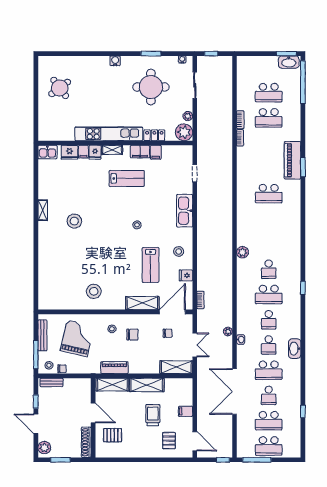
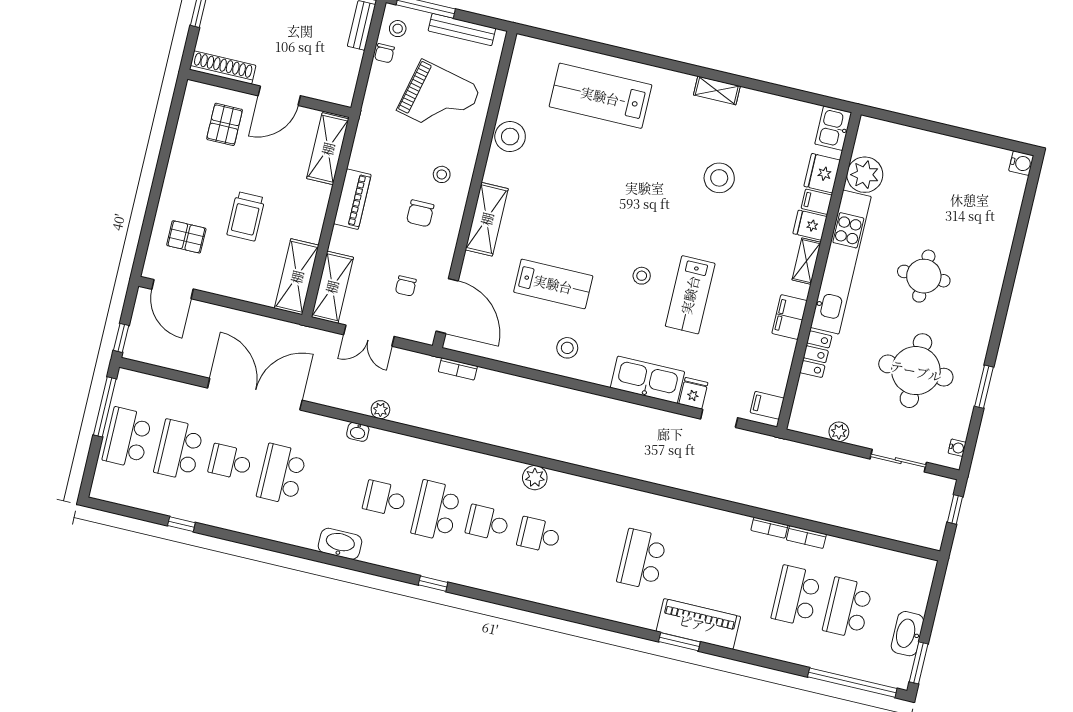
water cooler: (115, 61) -> (1021, 163), moved
washbasin: (289, 62) -> (907, 634), moved
round table: (60, 88) -> (924, 276), moved, turned 37
plant: (184, 132) -> (865, 175), moved
filing cabinet: (156, 152) -> (767, 405), moved
lab bench: (127, 178) -> (690, 295), moved
stool: (74, 221) -> (719, 178), moved
lab bench: (58, 264) -> (600, 96), added
lab bench: (150, 265) -> (553, 284), turned 180
fridge: (186, 275) -> (693, 393), moved
stool: (94, 291) -> (510, 137), moved
shelving: (142, 303) -> (487, 219), moved
school desk: (269, 345) -> (539, 535), moved
washbasin: (295, 349) -> (340, 544), moved
piano: (114, 368) -> (352, 199), moved
shelving: (147, 385) -> (297, 277), moved
filing cabinet: (186, 411) -> (238, 285), removed
trolley: (153, 415) -> (246, 216), turned 90
door: (195, 441) -> (173, 289), hinge flipped

